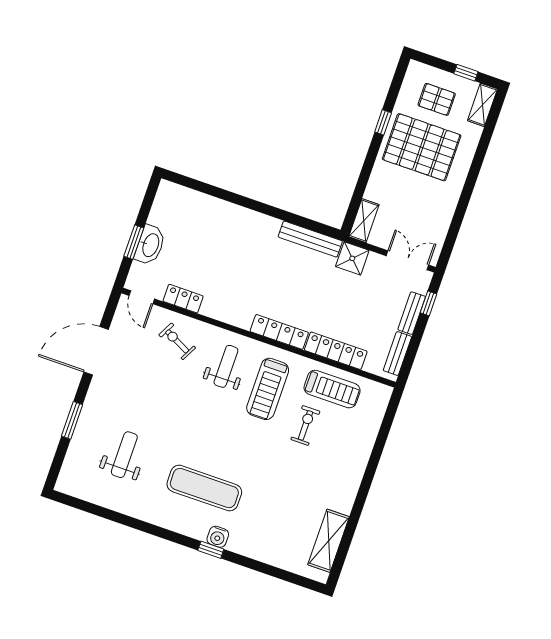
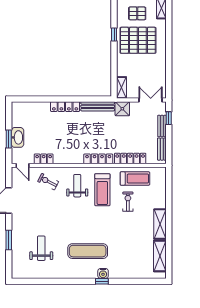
locker: (253, 220) -> (65, 107), added
shelving: (348, 485) -> (160, 224), added

